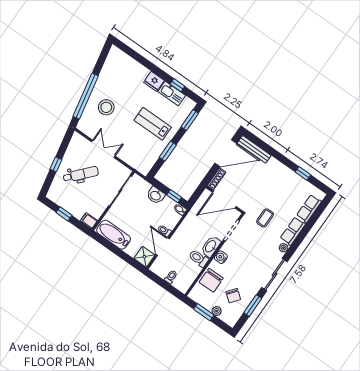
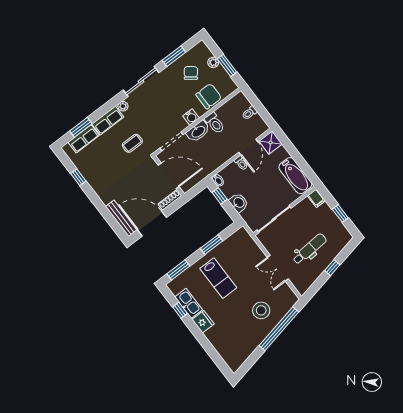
dental chair: (81, 174) -> (310, 249), turned 134
window: (314, 218) -> (81, 127), added

